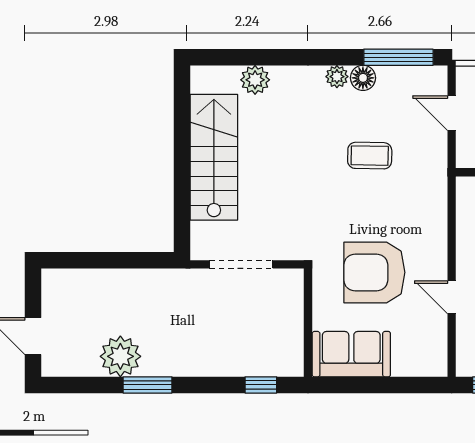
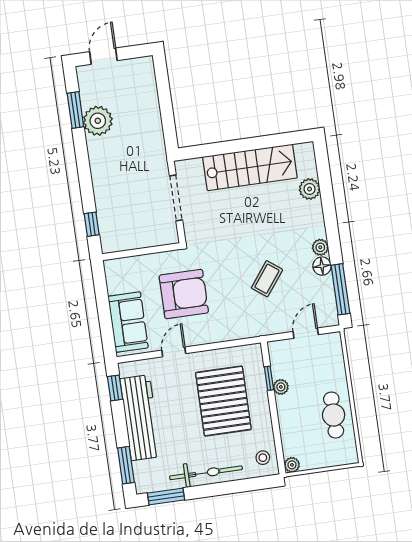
coffee table: (370, 156) -> (267, 279), turned 36
armchair: (374, 272) -> (184, 294), turned 90
sofa: (351, 354) -> (128, 322), moved
window: (148, 385) -> (75, 110), moved

